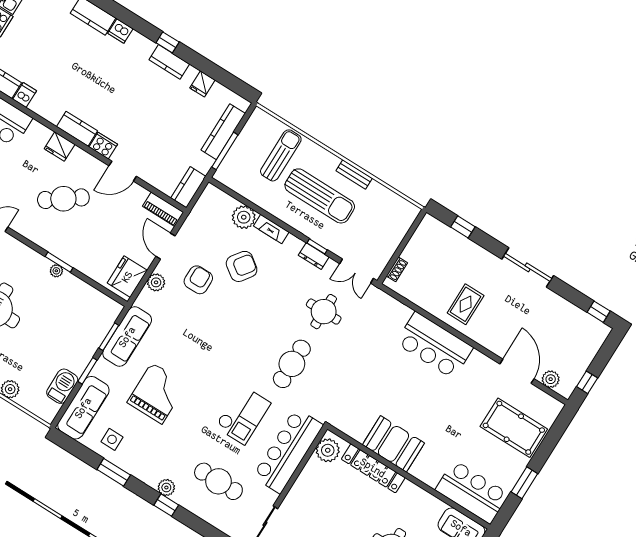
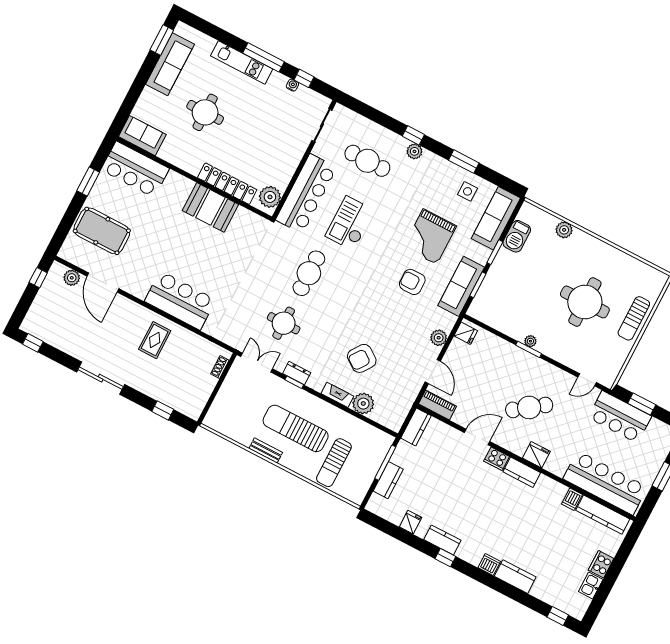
kitchen counter: (223, 132) -> (388, 480), width x0.67
fridge: (127, 277) -> (466, 333), width x0.53, depth x0.75
armchair: (198, 280) -> (412, 282), moved, turned 90

